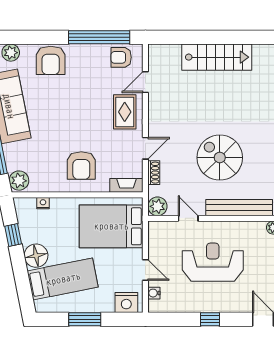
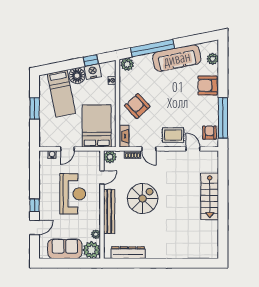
armchair: (81, 165) -> (137, 106), turned 47
nightstand: (126, 302) -> (93, 71), moved, turned 79
window: (210, 319) -> (35, 205), moved

